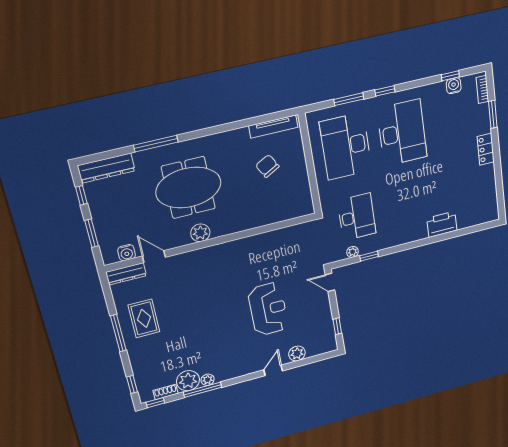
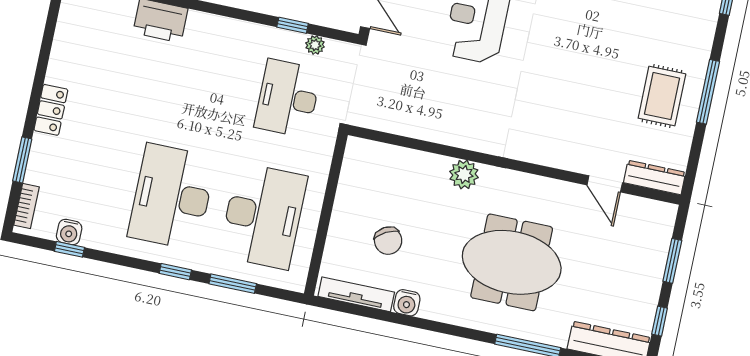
plant: (200, 233) -> (464, 175), moved
water cooler: (127, 253) -> (407, 303), moved, turned 180

